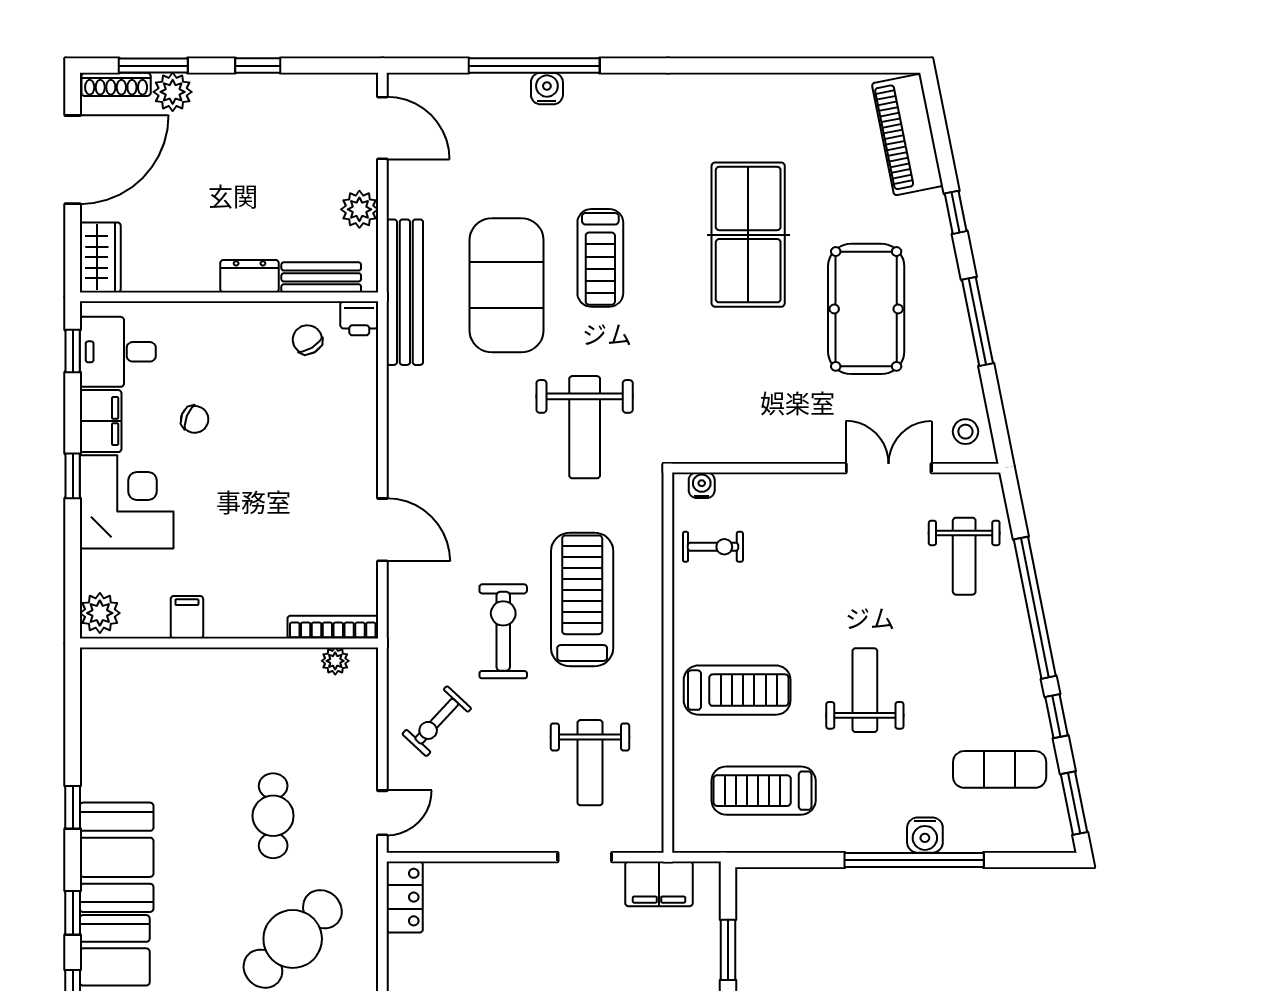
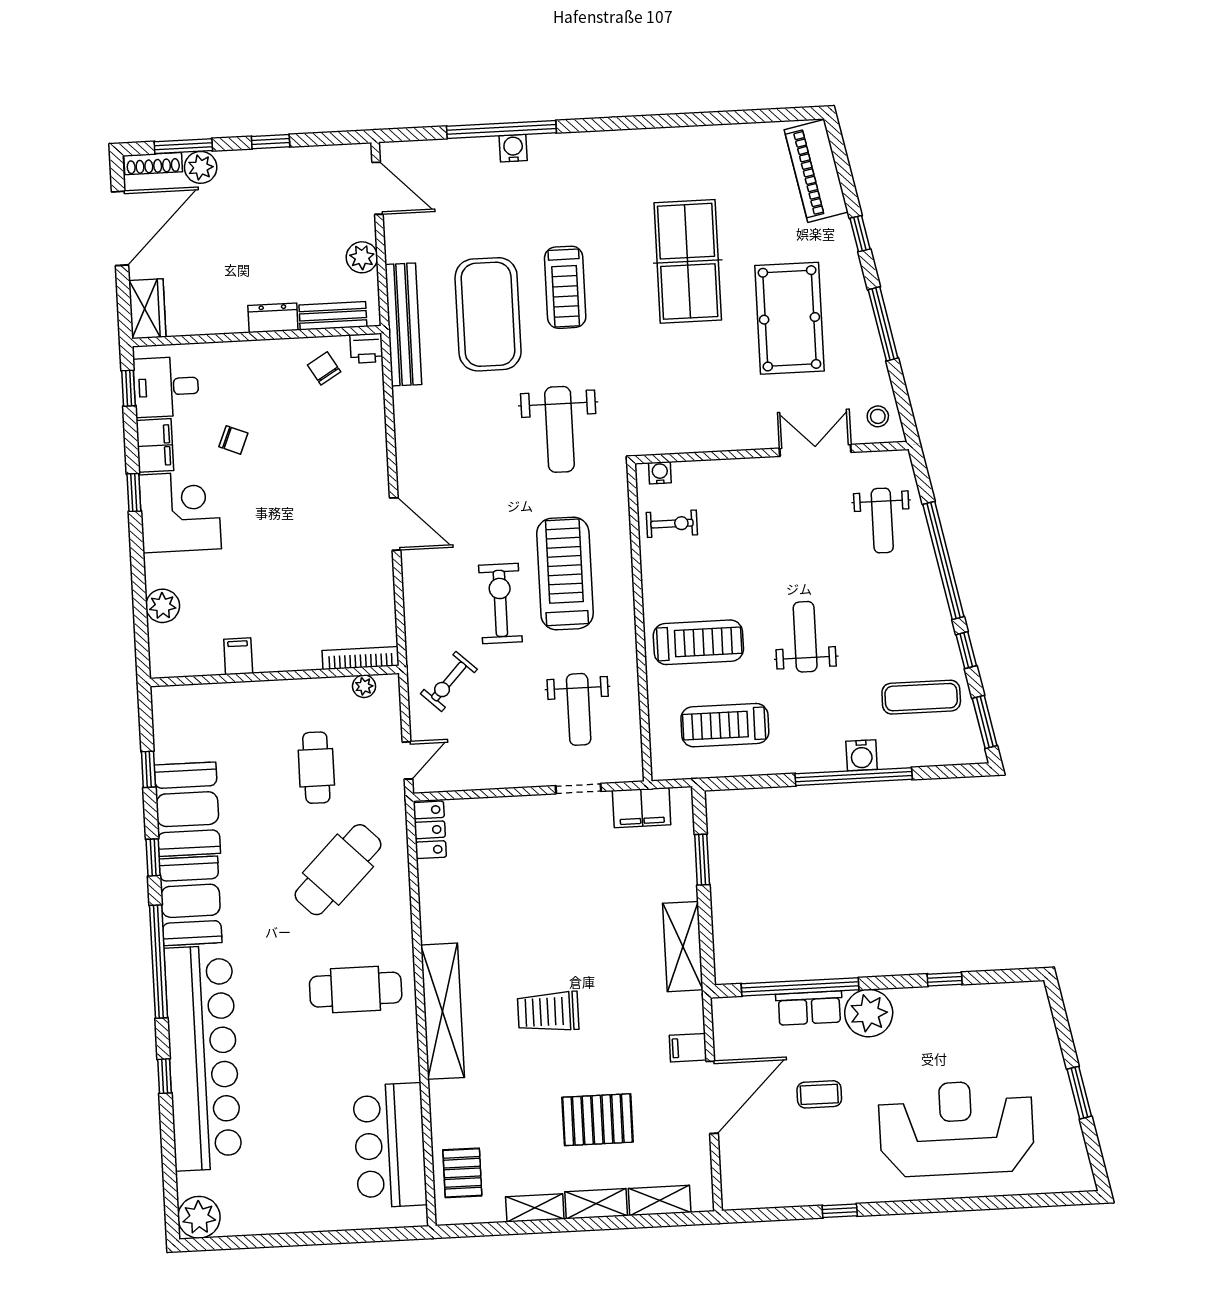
filing cabinet: (187, 617) -> (238, 656), moved
bookcase: (333, 627) -> (361, 658), moved
wall: (229, 643) -> (274, 676), moved
plant: (335, 661) -> (364, 686), moved

